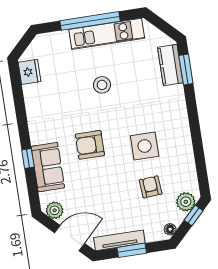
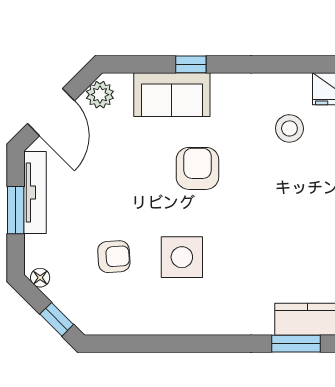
stool: (102, 85) -> (289, 128), moved
plant: (186, 202) -> (81, 310), removed

